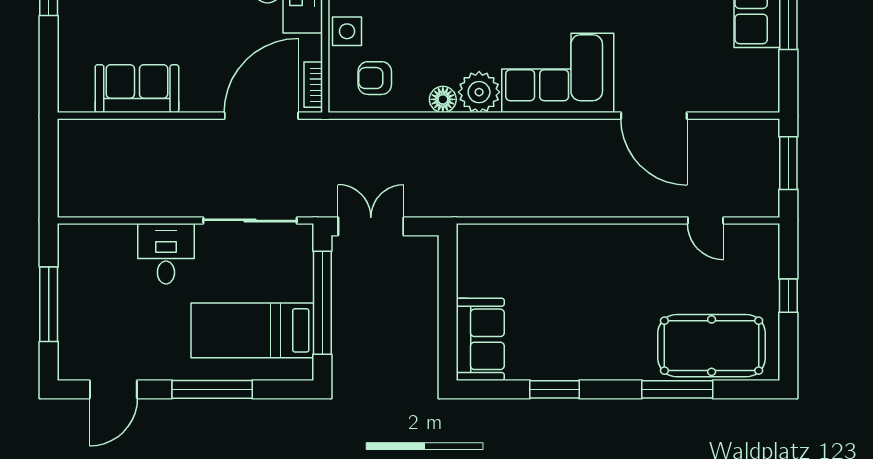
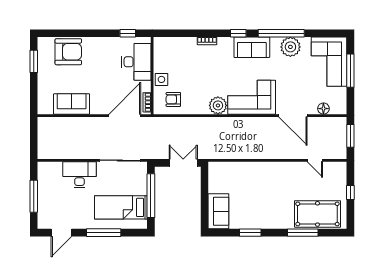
floor lamp: (443, 99) -> (323, 109), moved
double door: (371, 226) -> (183, 163), moved
desk: (166, 254) -> (79, 175), width x1.37

